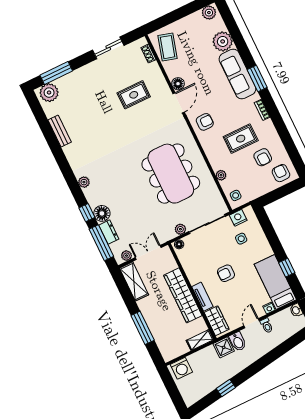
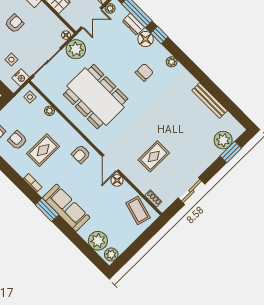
plant: (223, 41) -> (98, 241), moved
window: (56, 73) -> (231, 152), width x0.69
plant: (49, 93) -> (223, 140), moved
bench: (60, 131) -> (210, 101), width x1.36
chair: (115, 181) -> (144, 72), added
plant: (180, 229) -> (76, 49), width x1.88, depth x1.88

